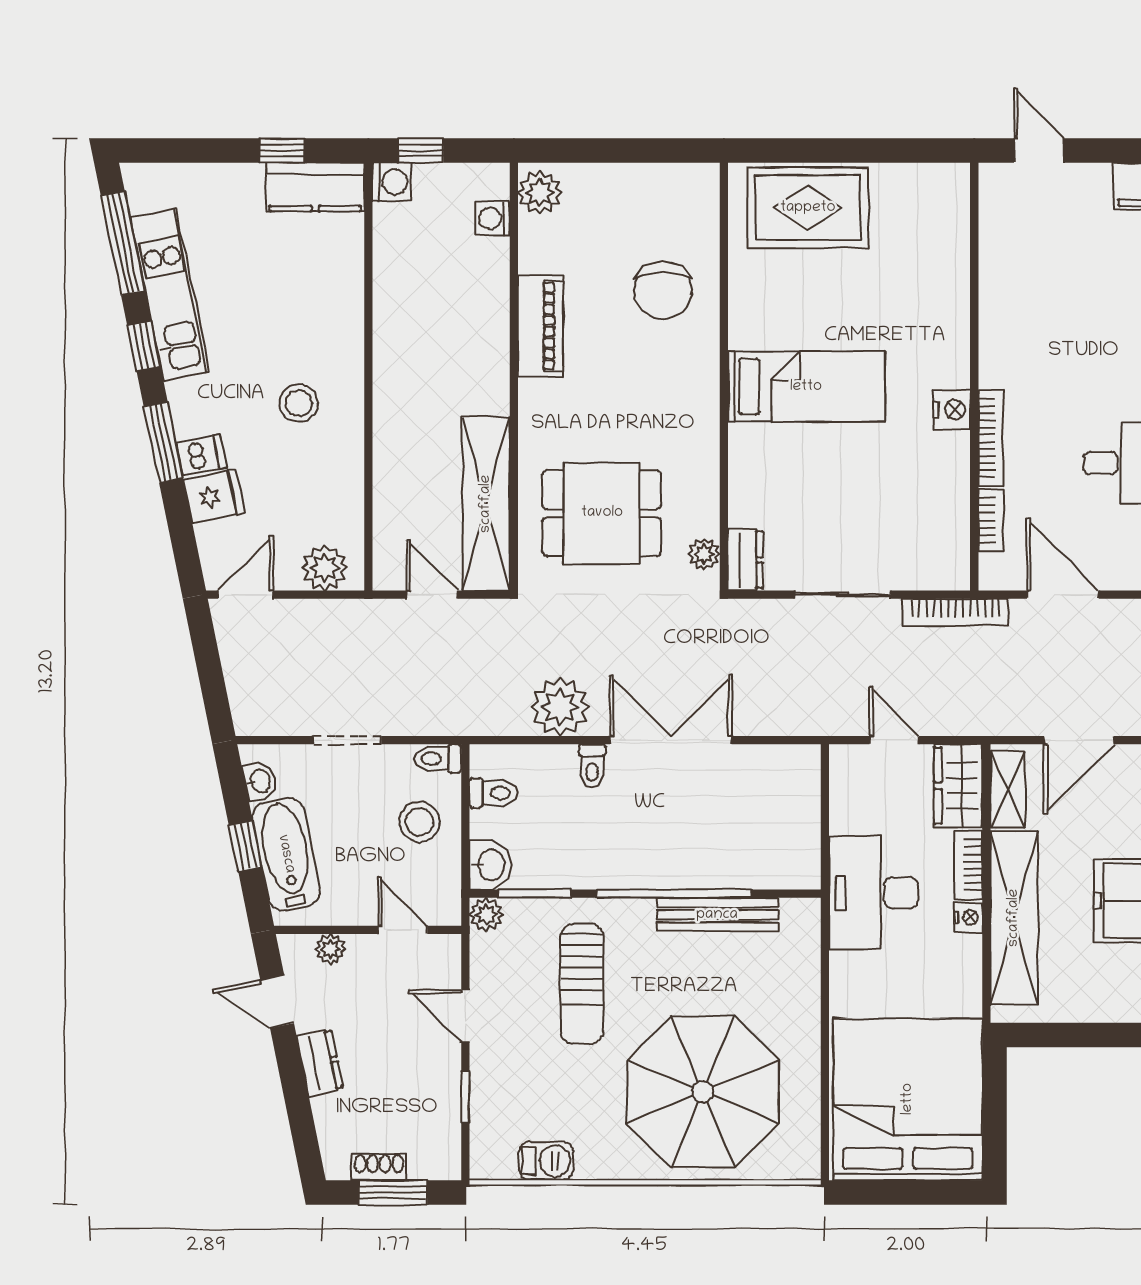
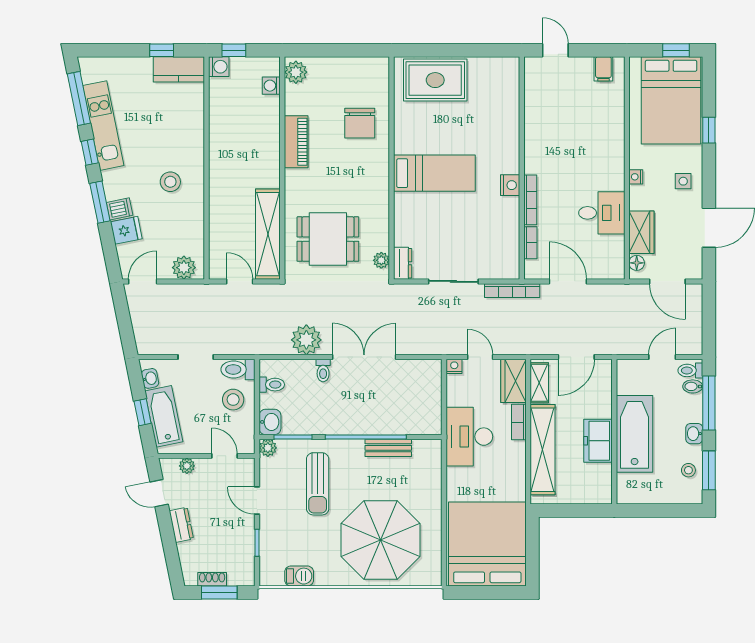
toilet: (438, 759) -> (238, 369), width x1.37, depth x1.39
bench: (717, 915) -> (388, 448), width x0.73
nightstand: (968, 917) -> (454, 366), moved, turned -90

